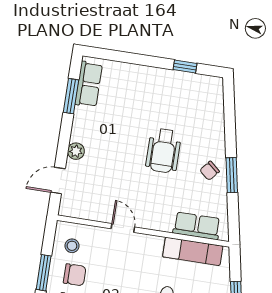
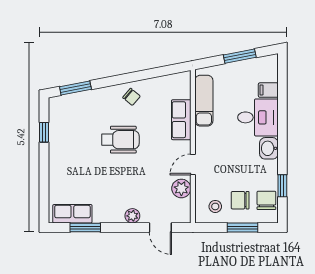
window: (232, 175) -> (75, 88), moved
plant: (98, 211) -> (181, 188), added
row of seats: (197, 226) -> (181, 120), moved
chair: (75, 275) -> (240, 200), turned -90

